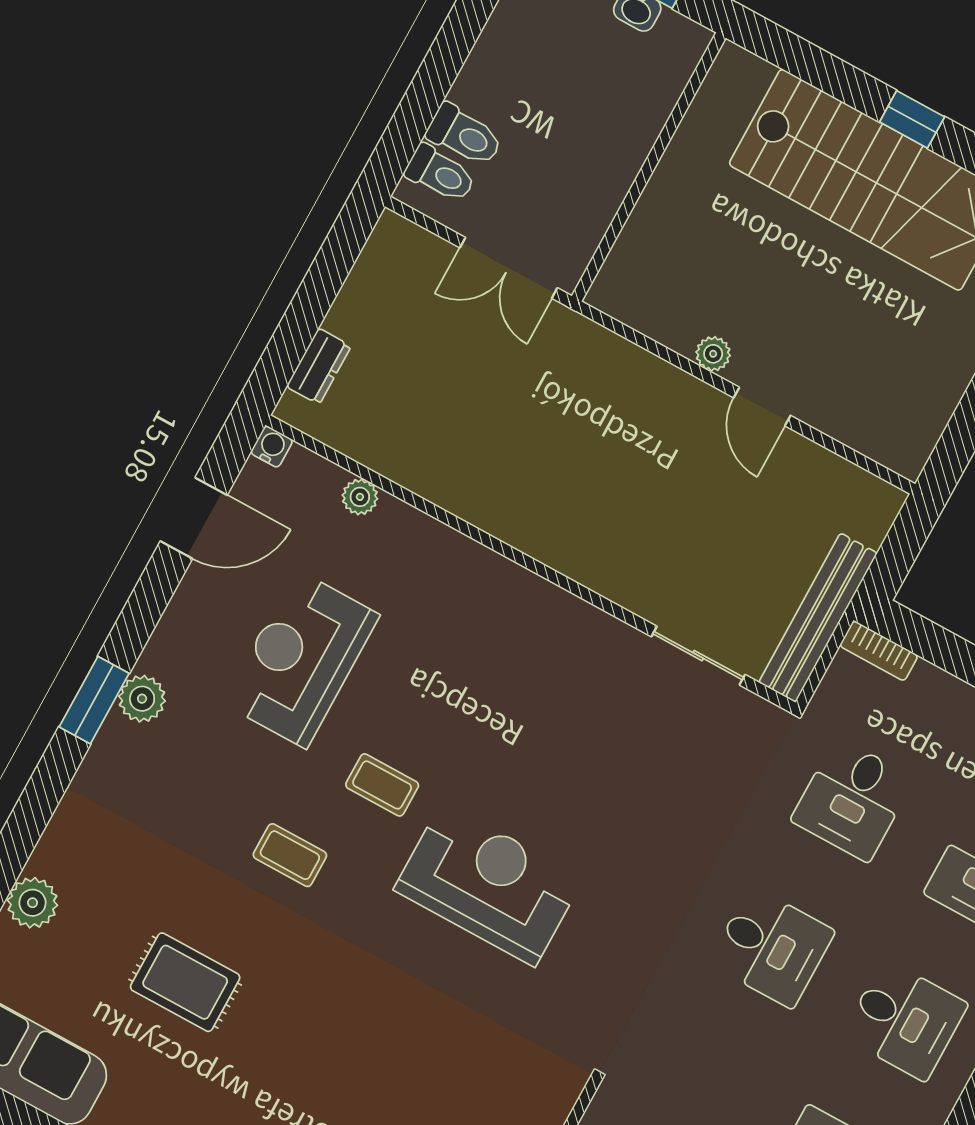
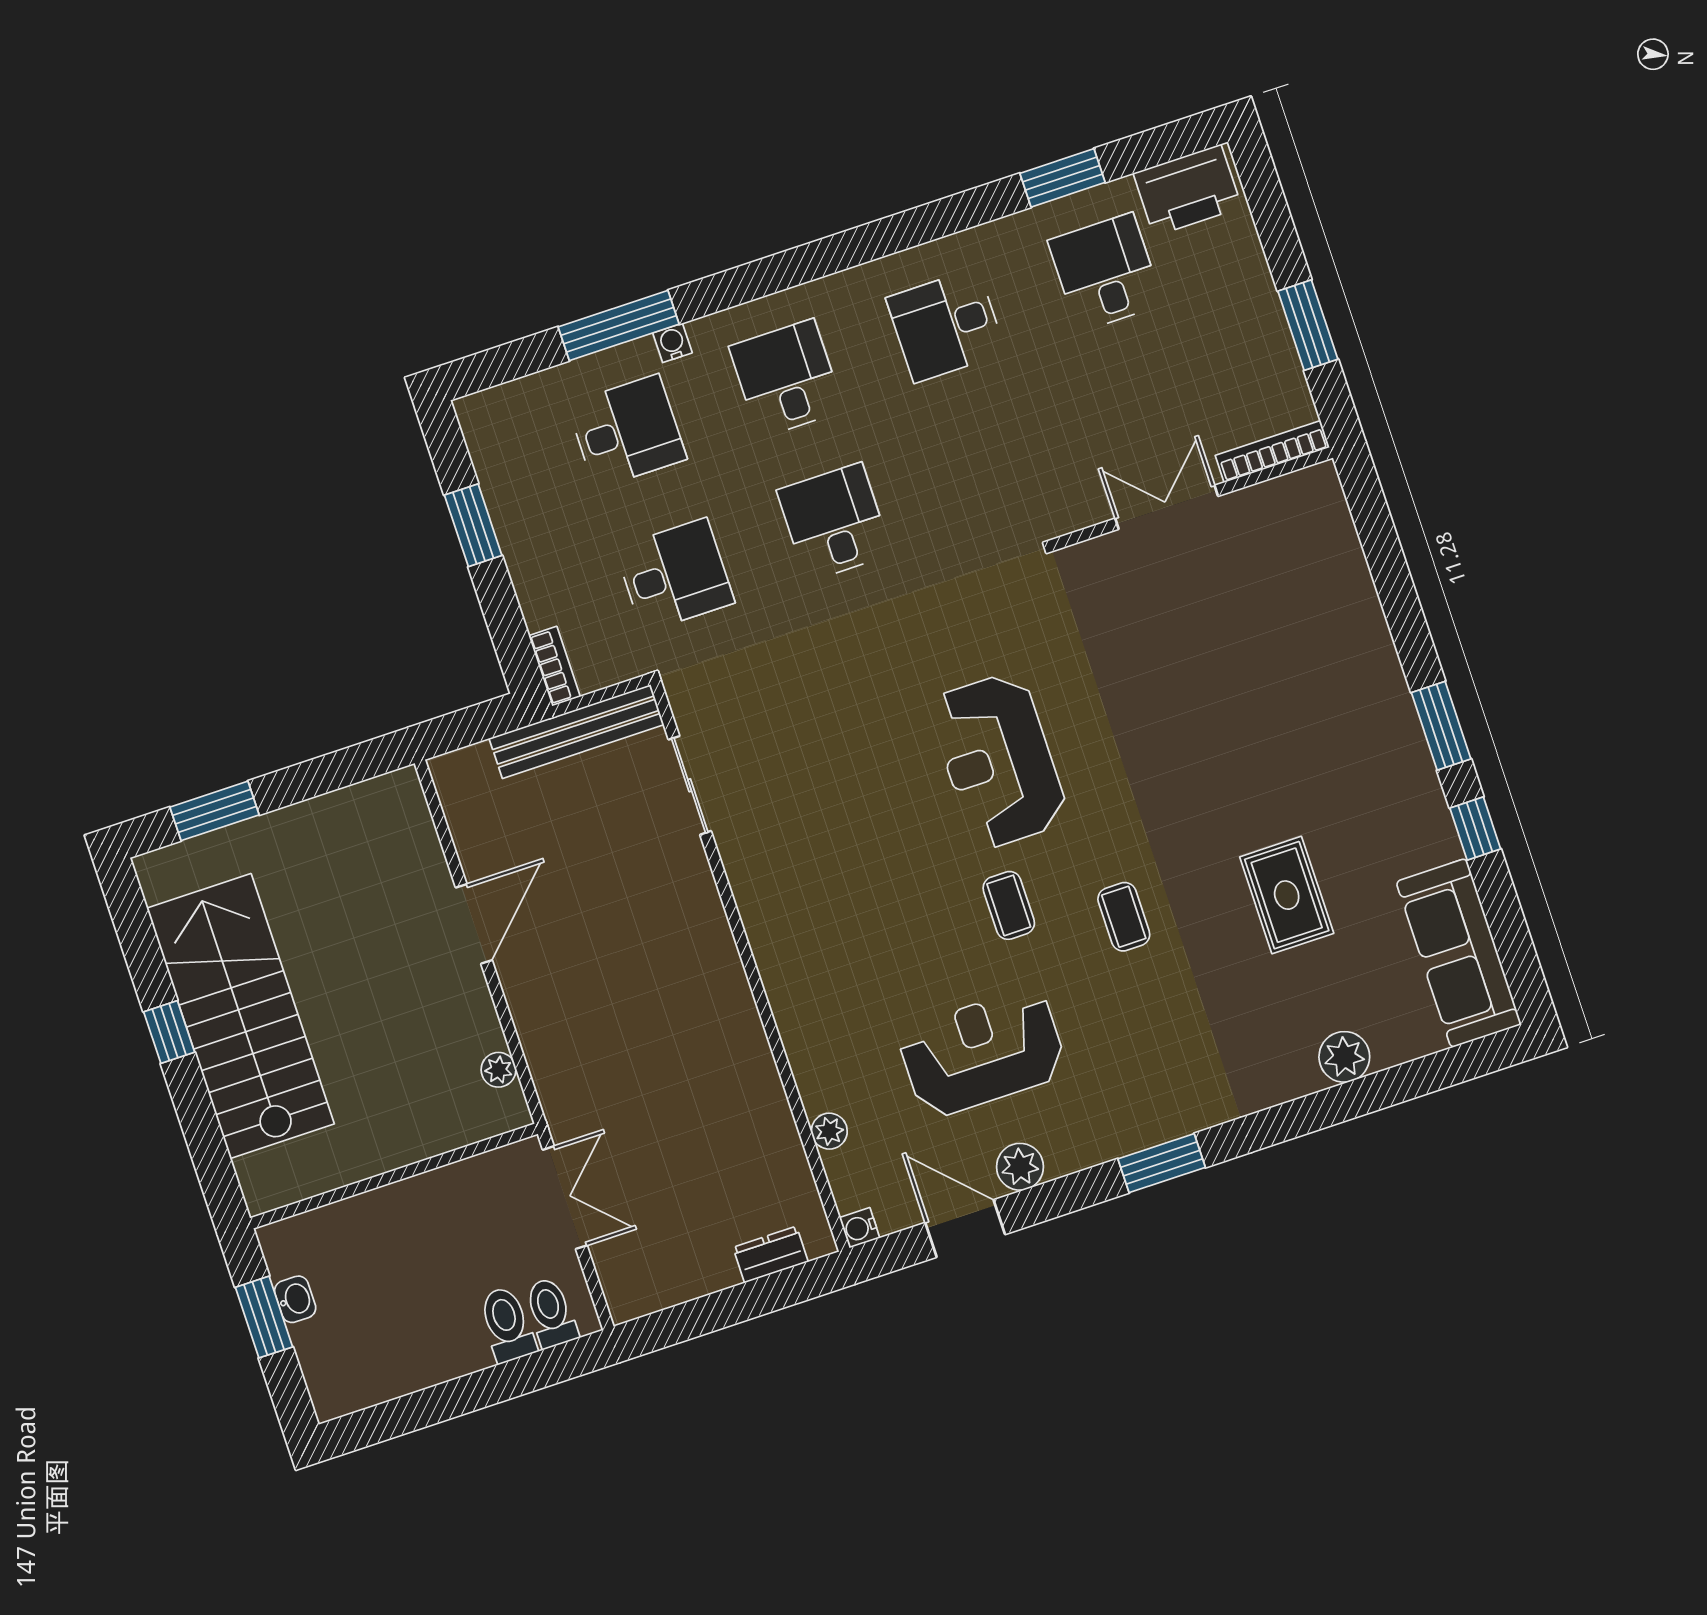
plant: (713, 354) -> (498, 1070), moved
door: (762, 407) -> (474, 924), width x1.38
reception desk: (301, 659) -> (982, 1052), turned 180
plant: (142, 699) -> (1020, 1167), moved

